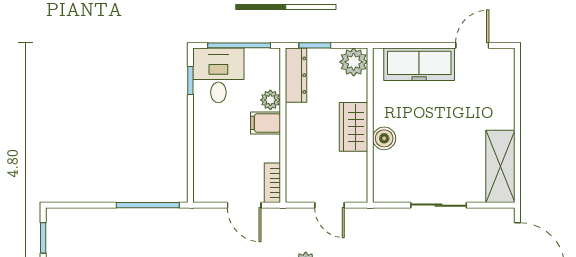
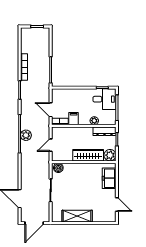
freezer: (419, 64) -> (109, 178), width x0.71
filing cabinet: (265, 123) -> (74, 119), moved
wardrobe: (354, 127) -> (88, 155), width x1.50
boiler: (384, 138) -> (58, 168), moved
shelving: (500, 166) -> (77, 216), moved
door: (244, 205) -> (51, 110), hinge flipped

